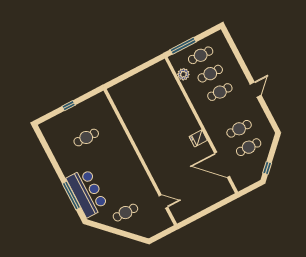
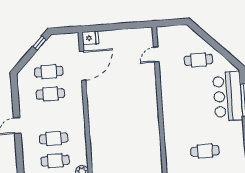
fridge: (198, 138) -> (90, 38), moved
door: (222, 165) -> (83, 66), hinge flipped
door: (163, 201) -> (156, 55), hinge flipped

